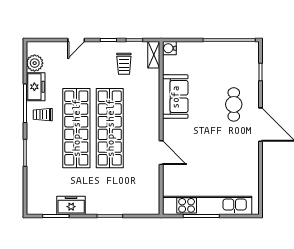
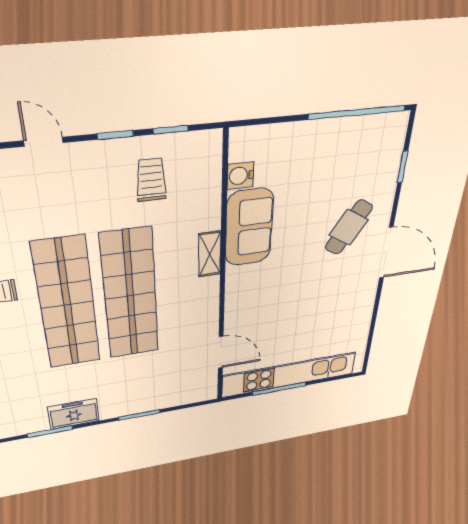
door: (76, 40) -> (44, 142), swing flipped
water cooler: (169, 48) -> (240, 176), moved
shelving: (154, 55) -> (210, 254), moved
trolley: (124, 64) -> (151, 180), turned 180
cafe table: (234, 104) -> (349, 227), turned 32
door: (161, 153) -> (221, 352), moved

